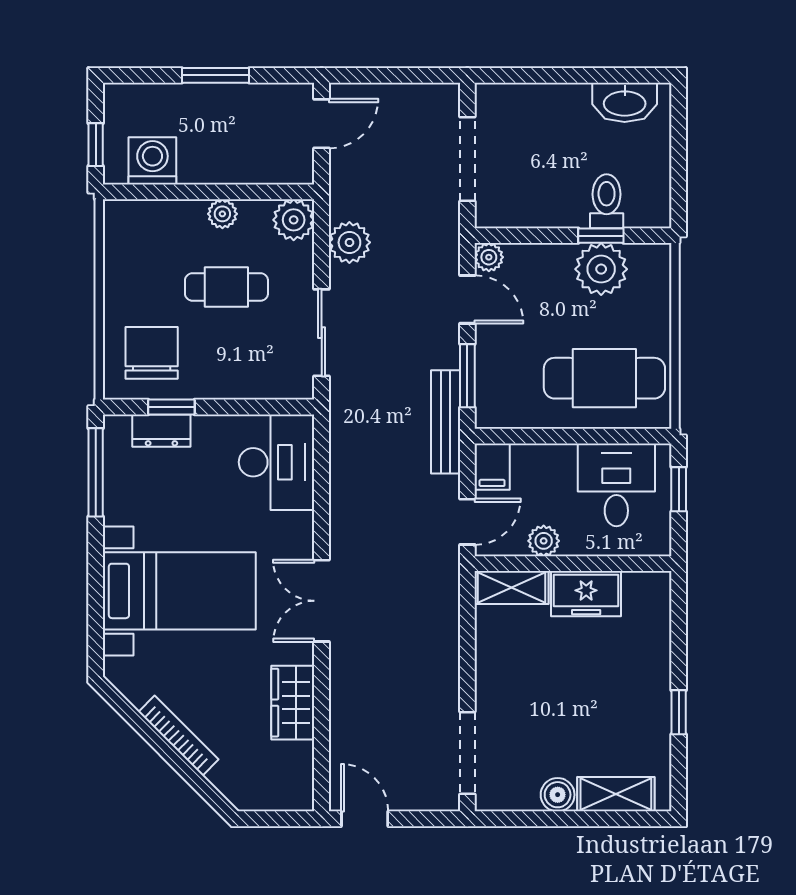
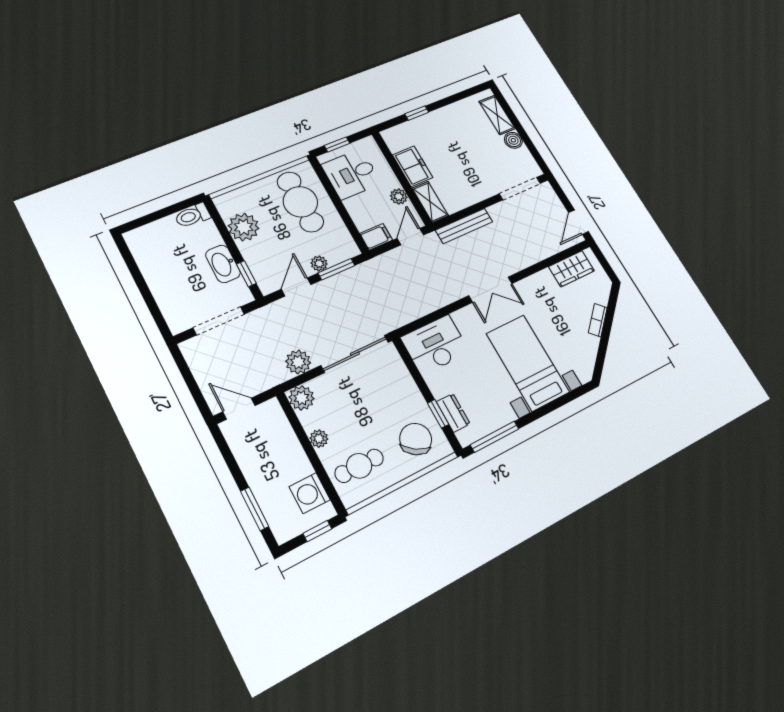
window: (216, 75) -> (255, 509), moved
washbasin: (625, 102) -> (223, 264), moved, turned 180
toilet: (607, 201) -> (192, 216), moved
window: (601, 236) -> (246, 274), moved
plant: (489, 257) -> (319, 264), moved
cafe table: (226, 287) -> (359, 466), moved, turned 90
sliding door: (322, 333) -> (355, 354), width x1.37
chair: (152, 353) -> (416, 439), turned 122
bench: (446, 422) -> (464, 226), moved
door: (467, 522) -> (410, 237), hinge flipped
wardrobe: (293, 703) -> (571, 269), moved
window: (679, 712) -> (417, 113), moved
bookcase: (178, 736) -> (598, 320), width x0.64

